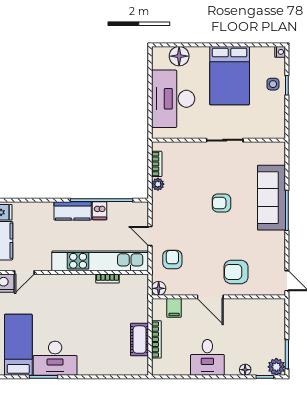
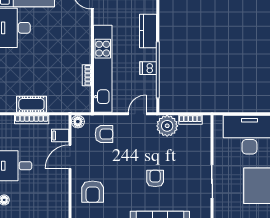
plant: (158, 184) -> (167, 126), width x1.88, depth x1.88
kitchen counter: (73, 211) -> (148, 31), moved
door: (150, 236) -> (137, 114), moved
armchair: (236, 272) -> (93, 192), turned 180
door: (210, 297) -> (70, 157), moved

